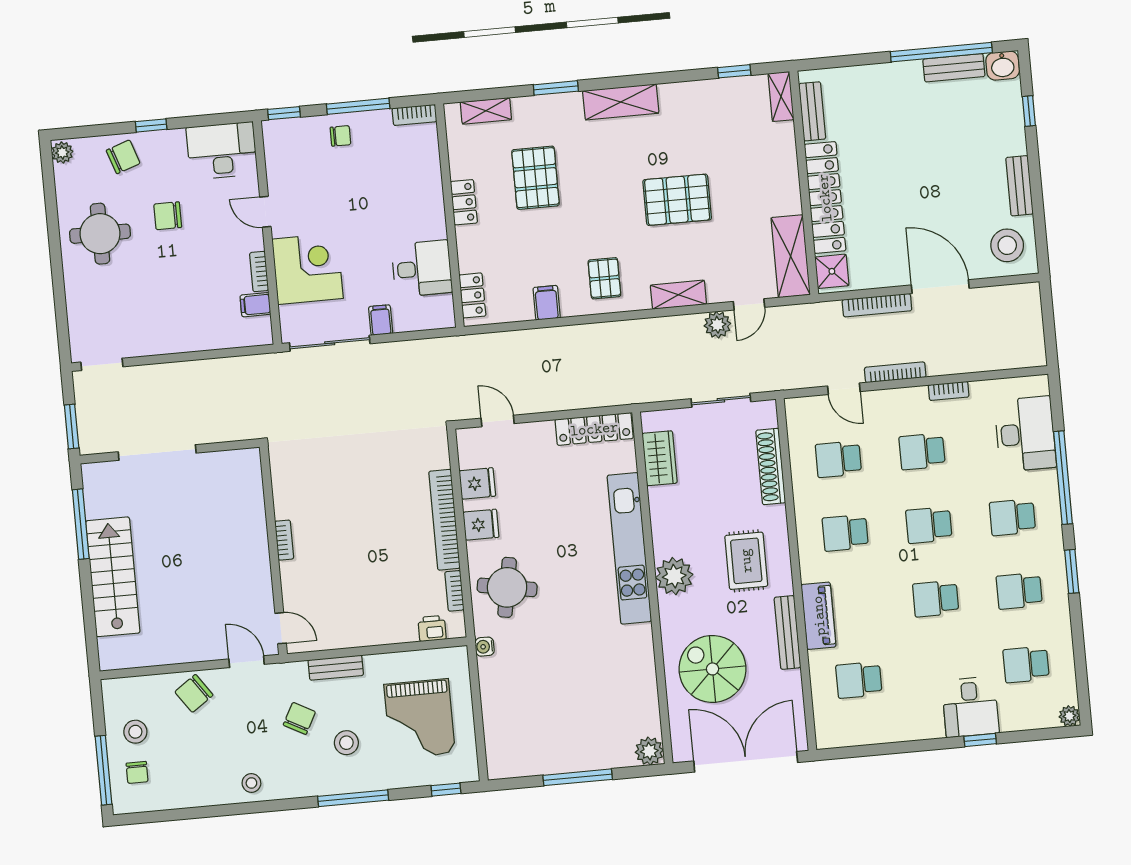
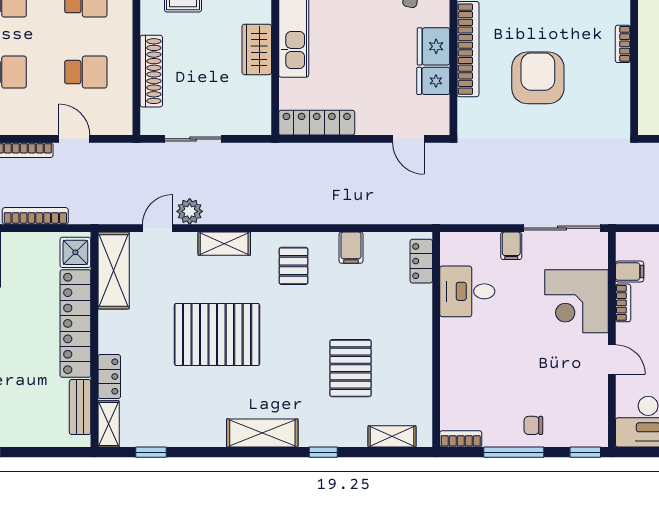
window: (556, 88) -> (323, 452), width x0.67
pallet: (677, 200) -> (217, 334), width x1.37, depth x1.41
locker: (464, 202) -> (109, 377), moved, turned 180
wardrobe: (660, 458) -> (257, 49), moved
armchair: (369, 497) -> (538, 78), added
fridge: (481, 525) -> (433, 46), width x1.38

